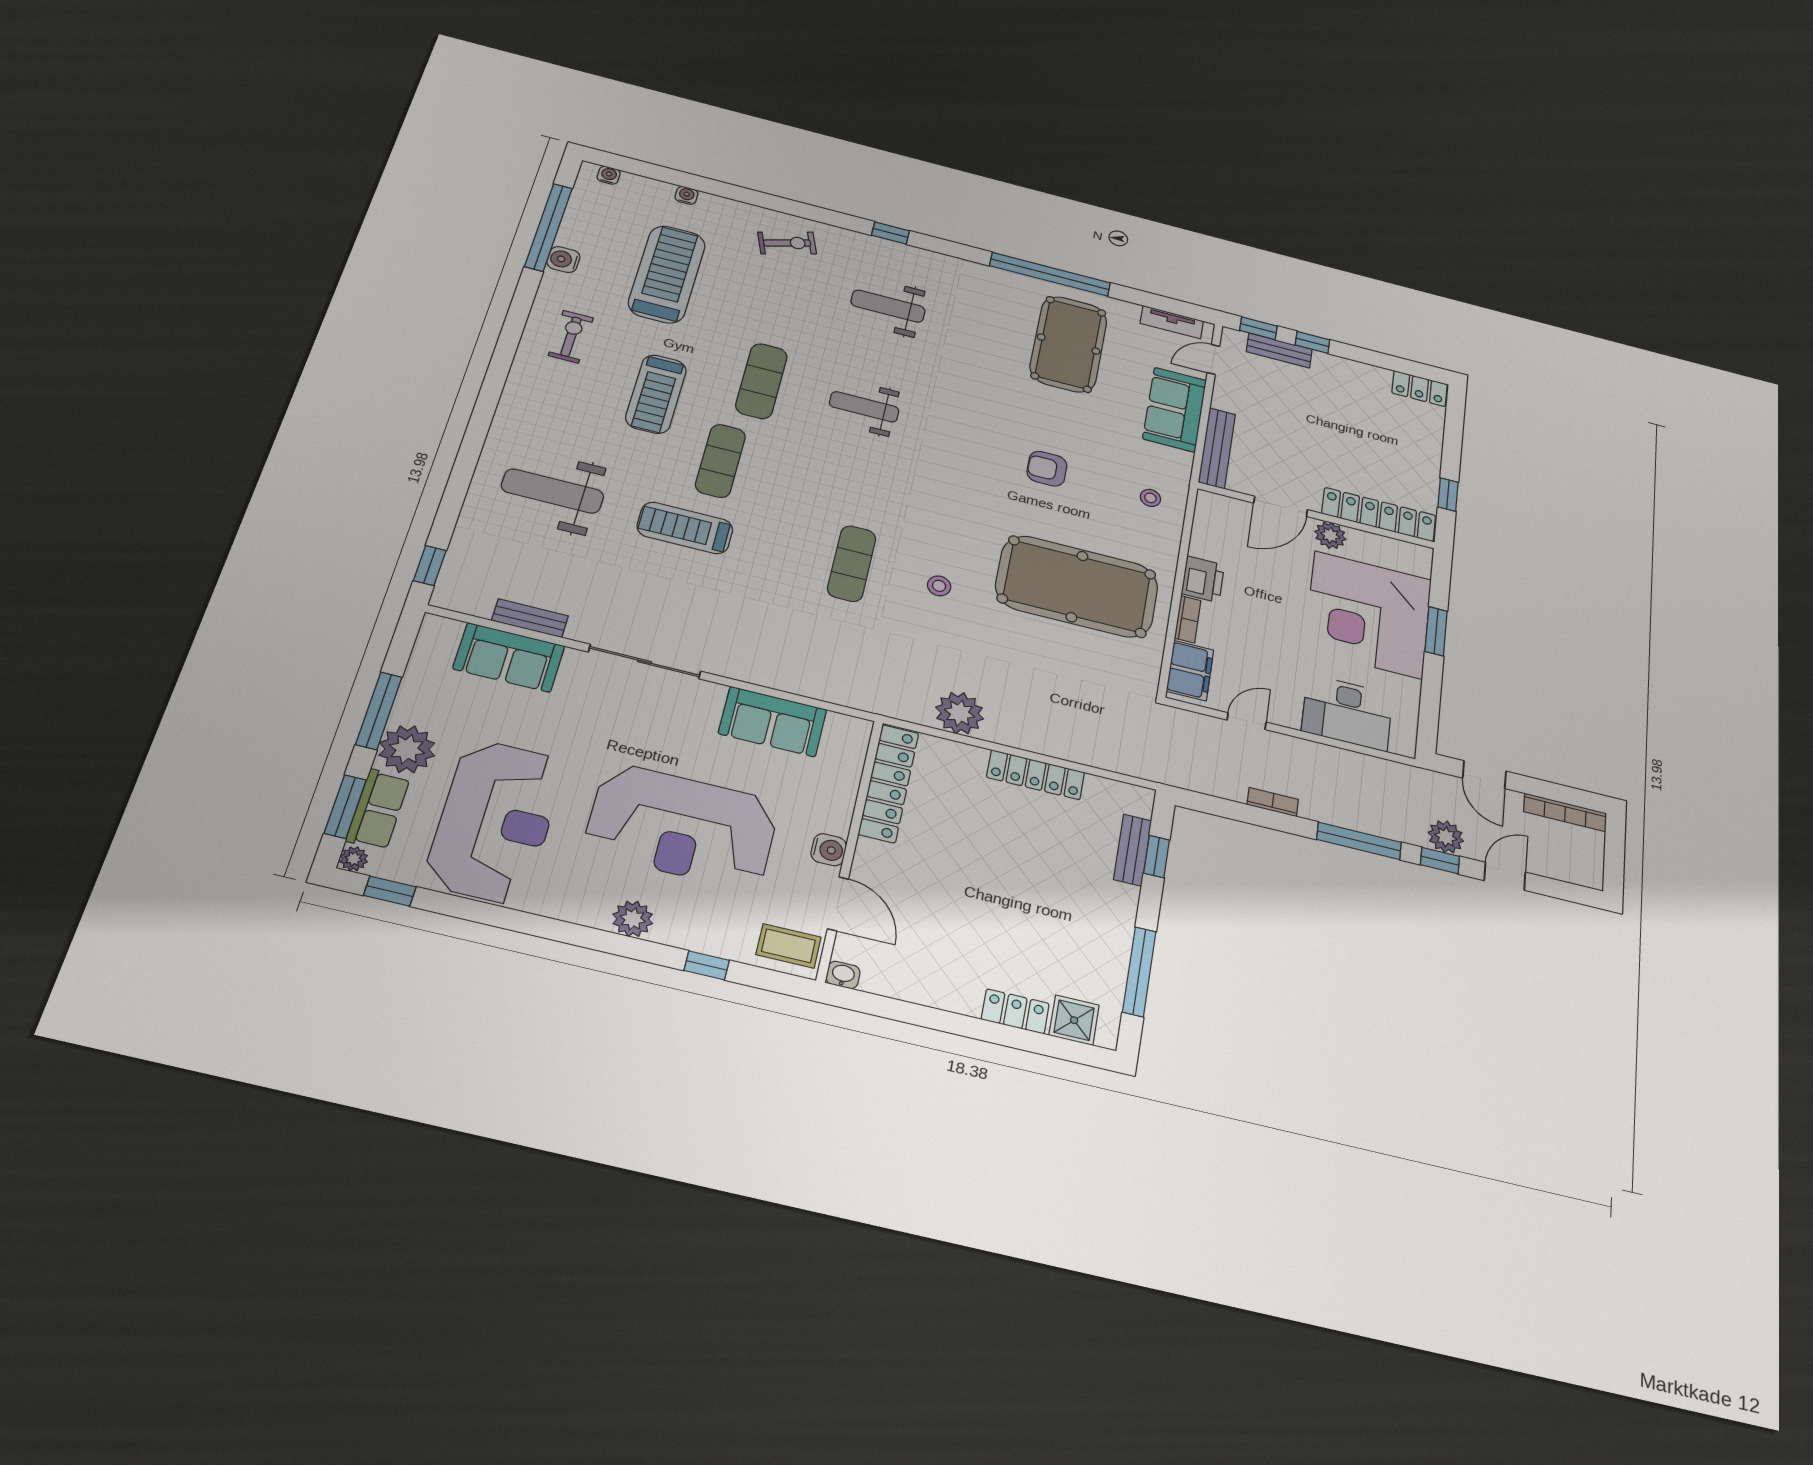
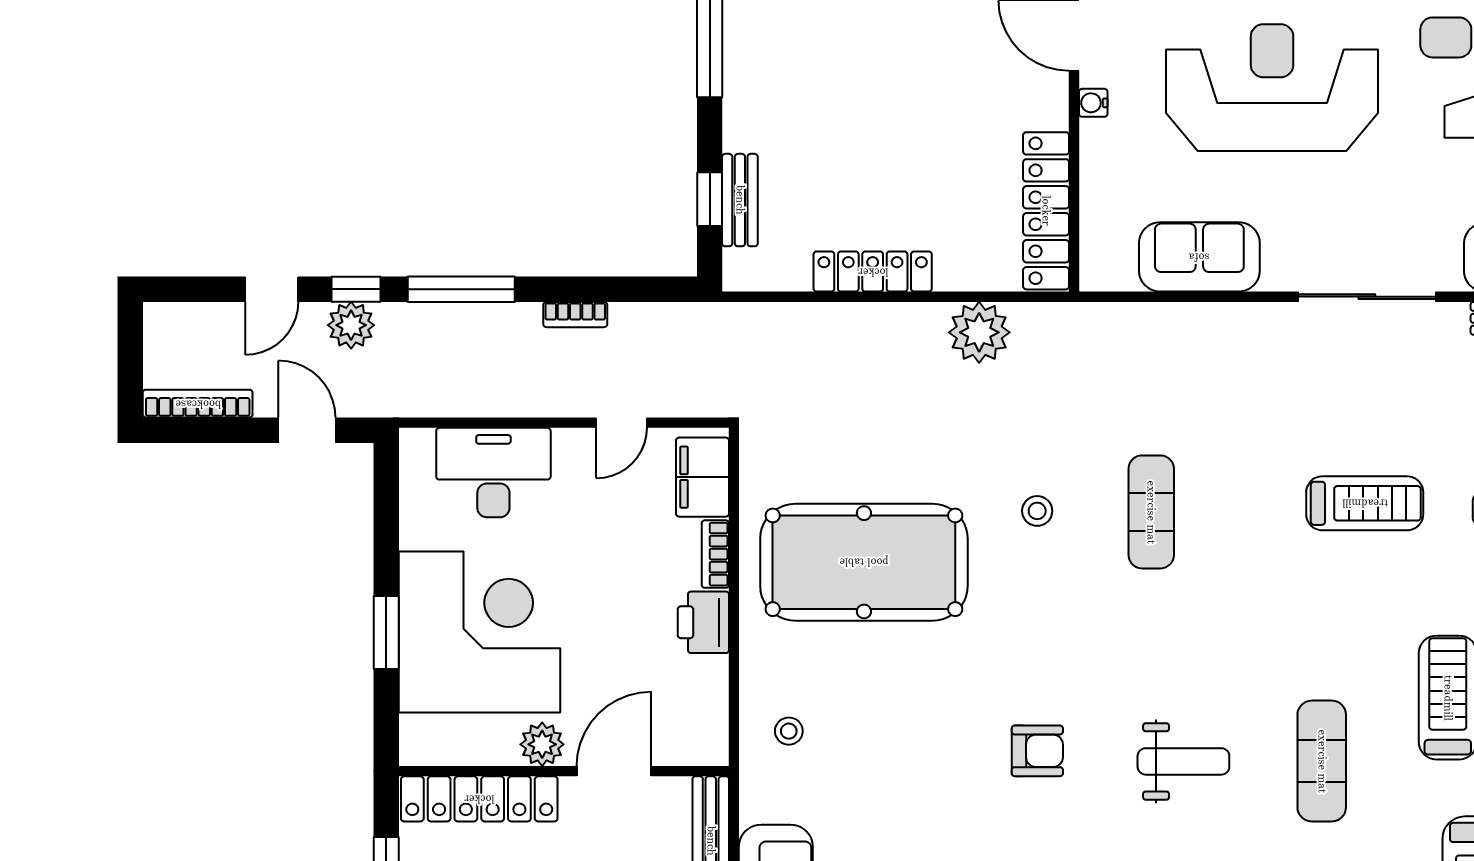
exercise mat: (721, 461) -> (1345, 619), removed
armchair: (1047, 469) -> (1037, 751), moved
water cooler: (829, 850) -> (1093, 103), width x0.72, depth x0.72

